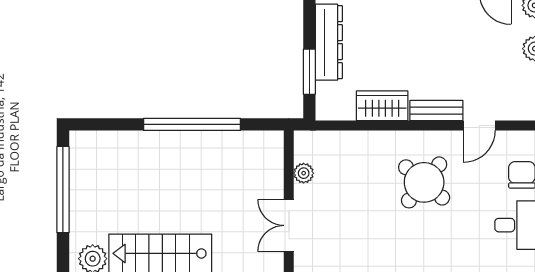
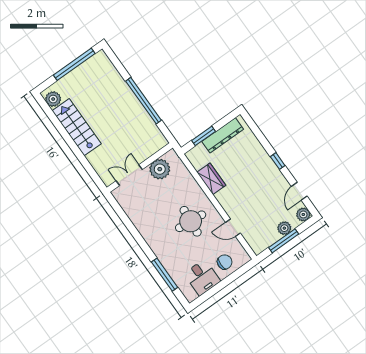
bench: (436, 111) -> (226, 204), removed
plant: (304, 173) -> (160, 169), width x1.88, depth x1.88
round table: (424, 182) -> (191, 221), turned -35

